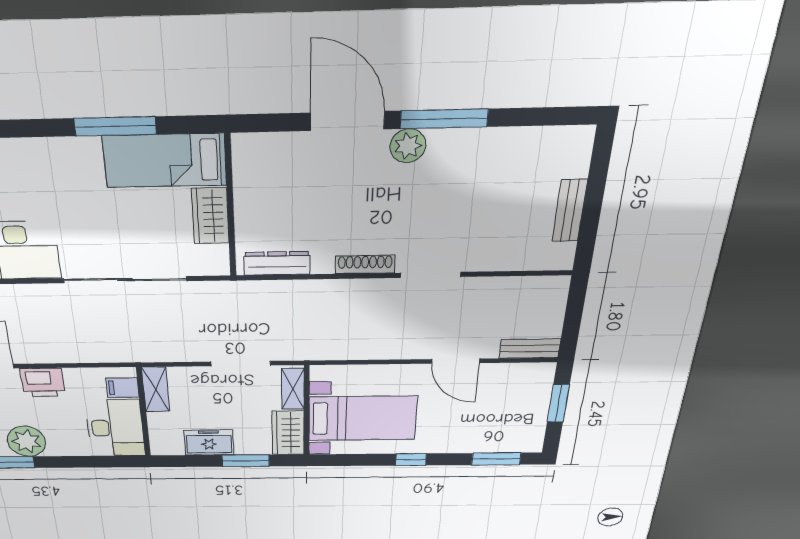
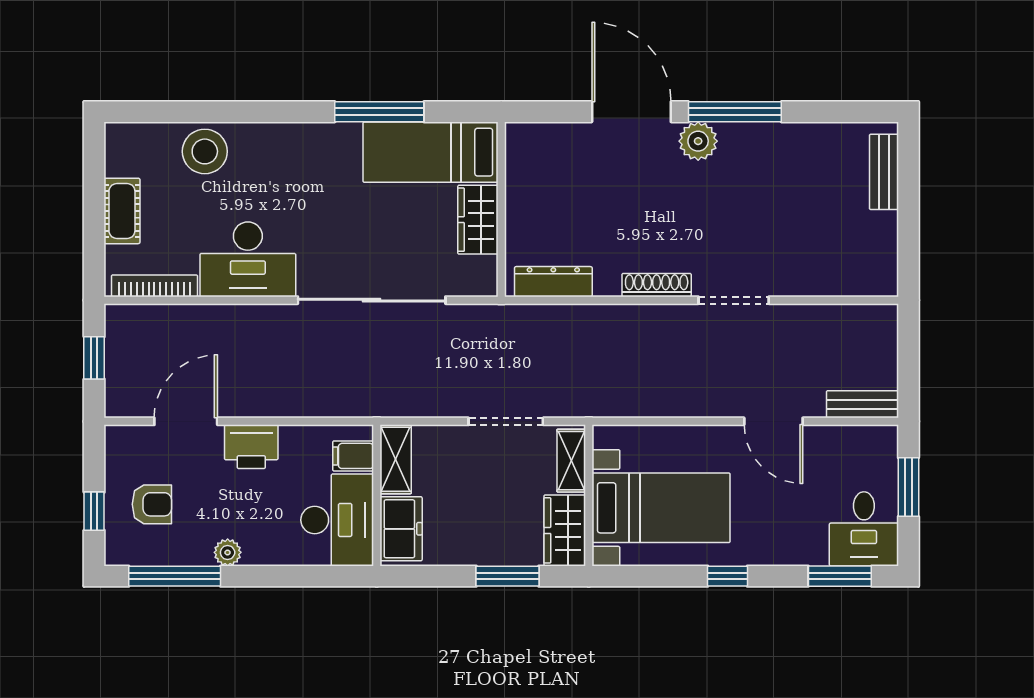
bench: (570, 211) -> (884, 172), moved
desk: (519, 430) -> (864, 529), added
plant: (26, 441) -> (228, 552), width x0.53, depth x0.53
freezer: (209, 442) -> (401, 529), moved, turned 90

